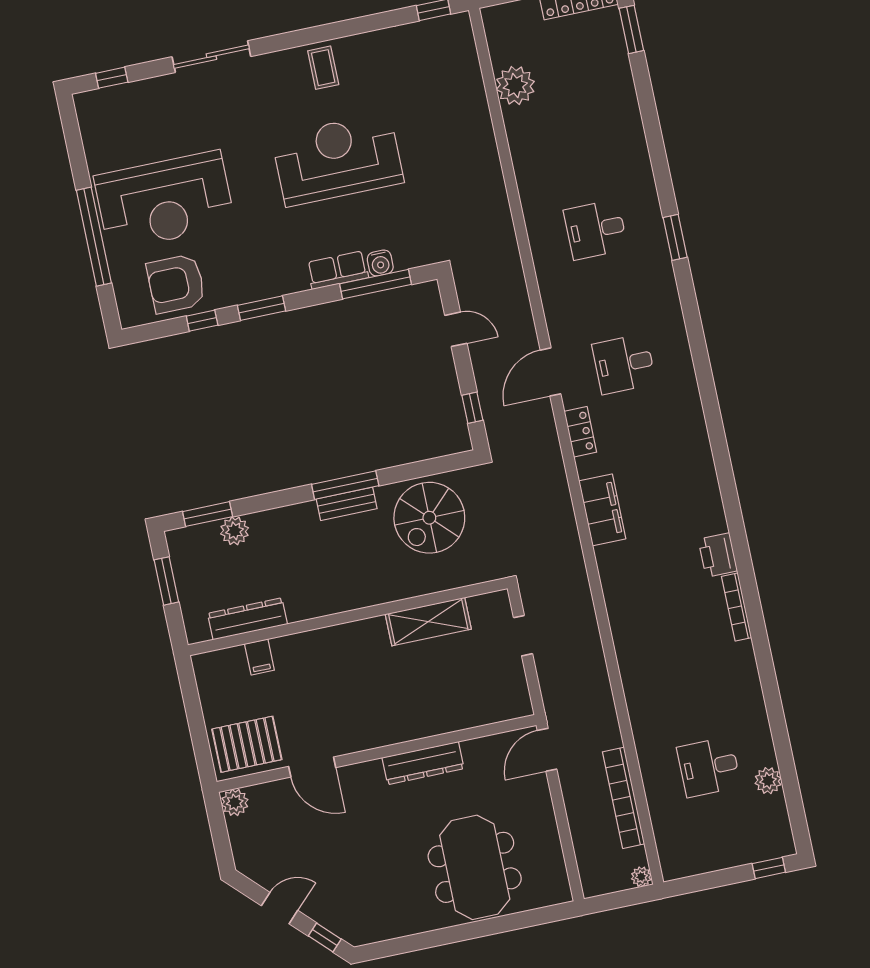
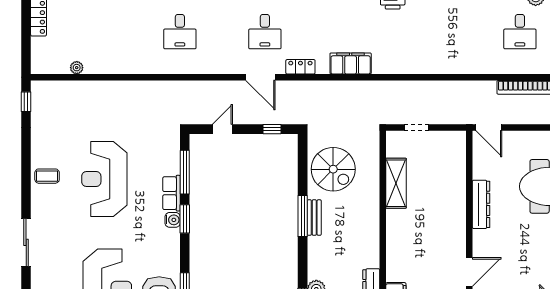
plant: (515, 86) -> (77, 68), width x0.53, depth x0.53
water cooler: (380, 263) -> (173, 220), moved
window: (261, 308) -> (185, 219), moved

